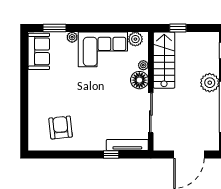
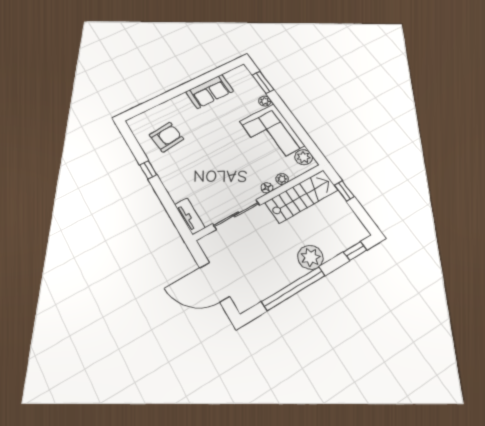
sofa: (39, 51) -> (210, 91), moved
floor lamp: (139, 80) -> (267, 188), width x0.53, depth x0.53
tv unit: (127, 145) -> (190, 216), width x0.71
window: (111, 155) -> (148, 170), moved

